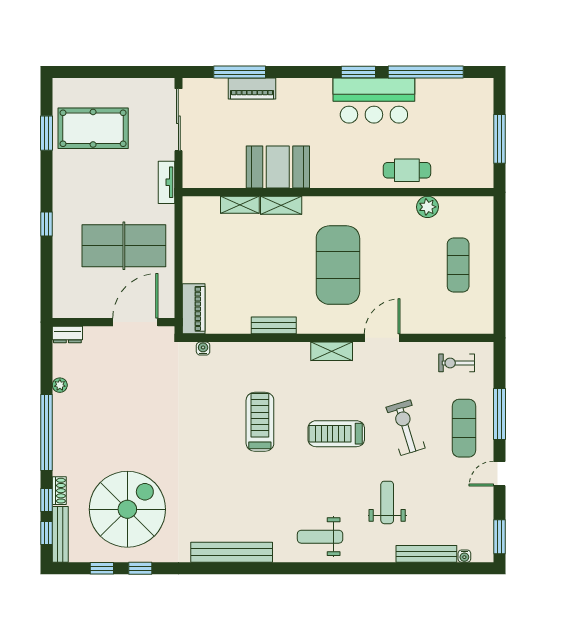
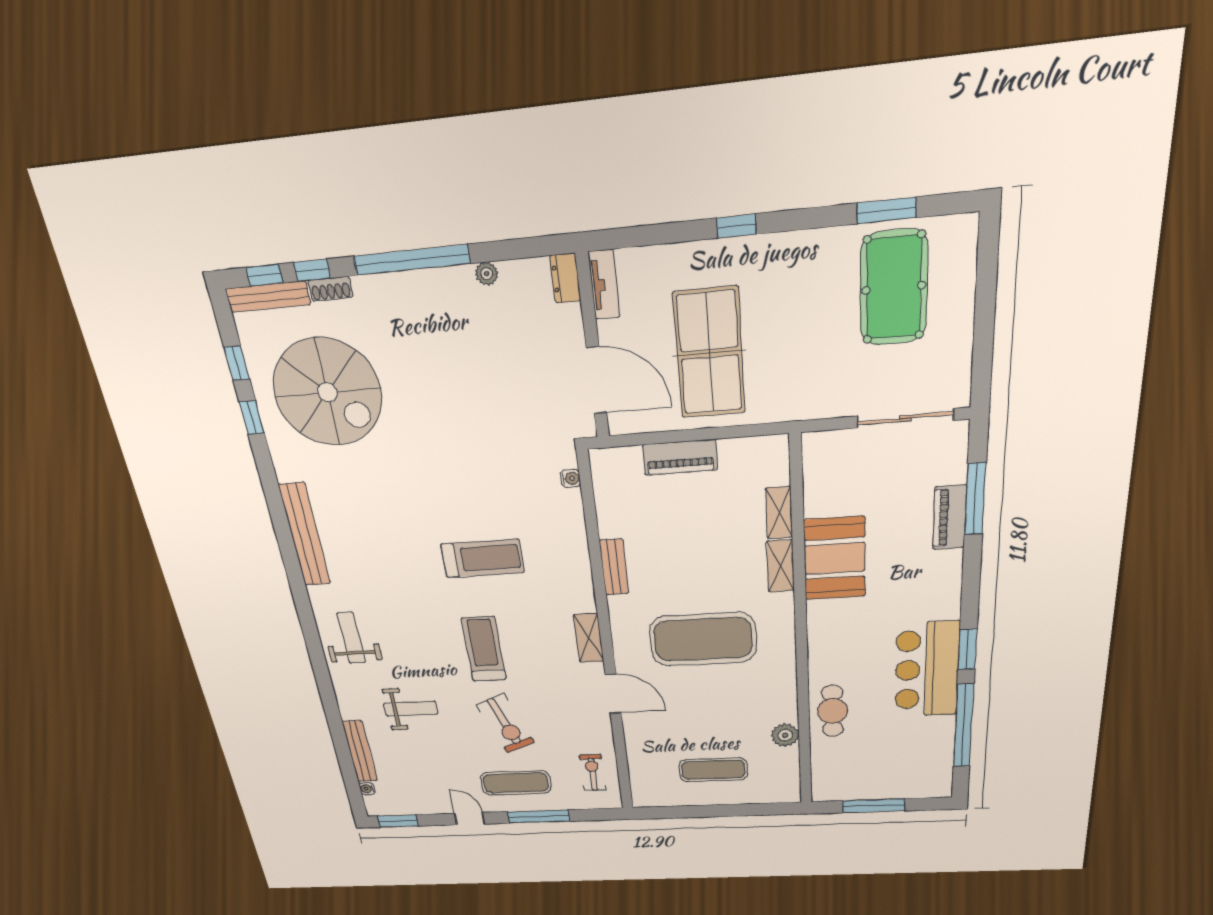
tv unit: (166, 182) -> (604, 285), moved, turned 90
piano: (194, 309) -> (680, 457), moved
exercise bike: (406, 428) -> (505, 724), turned 86

